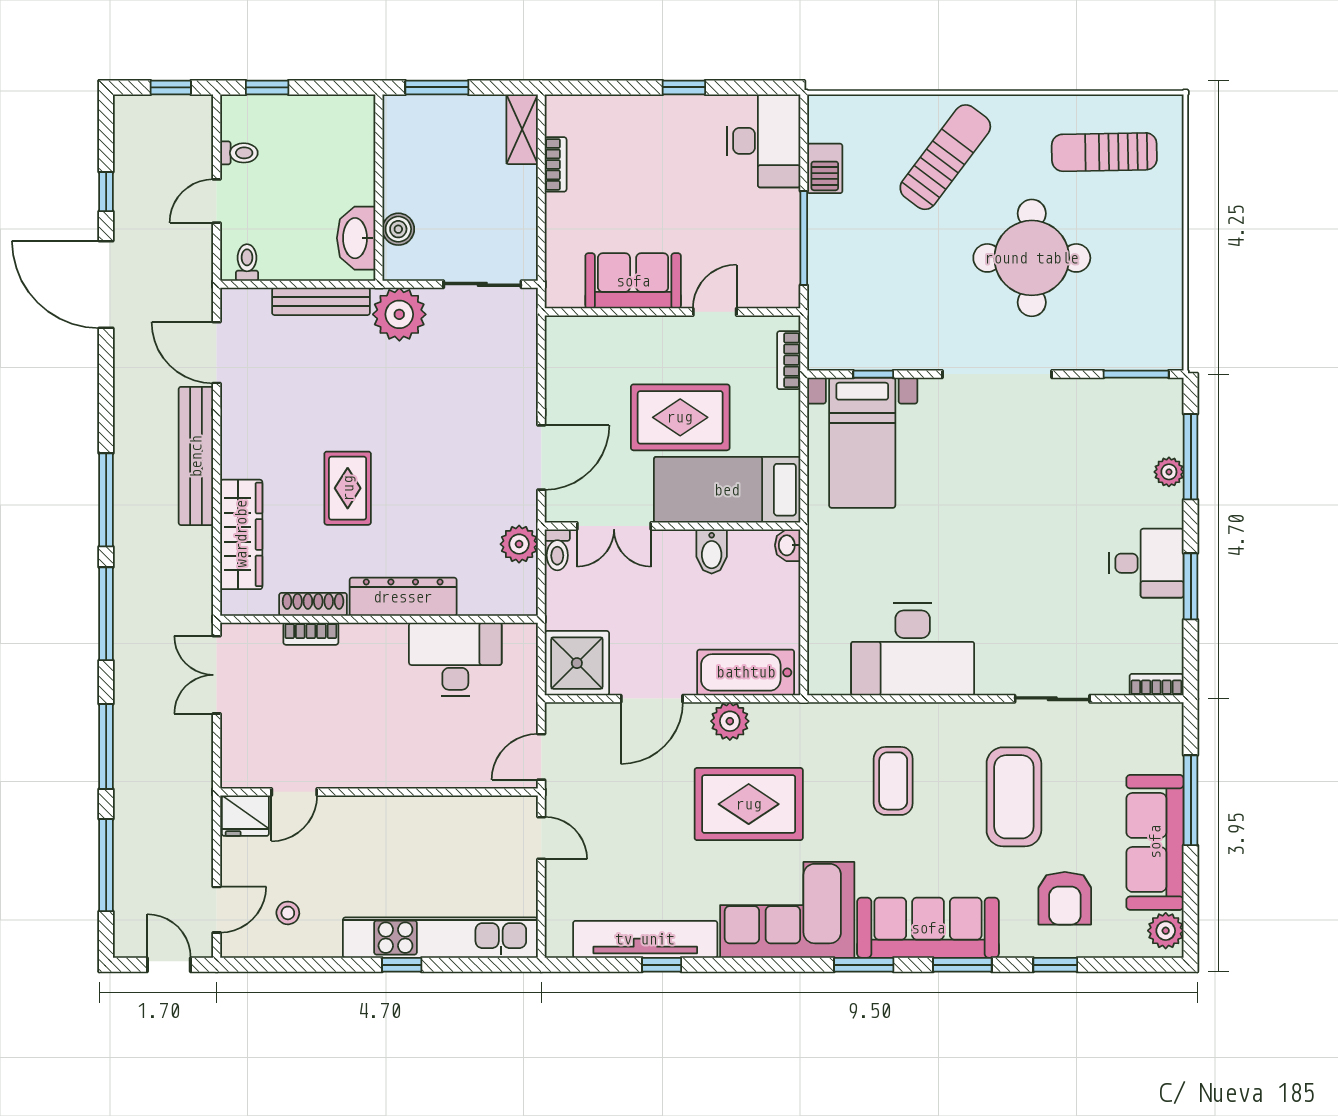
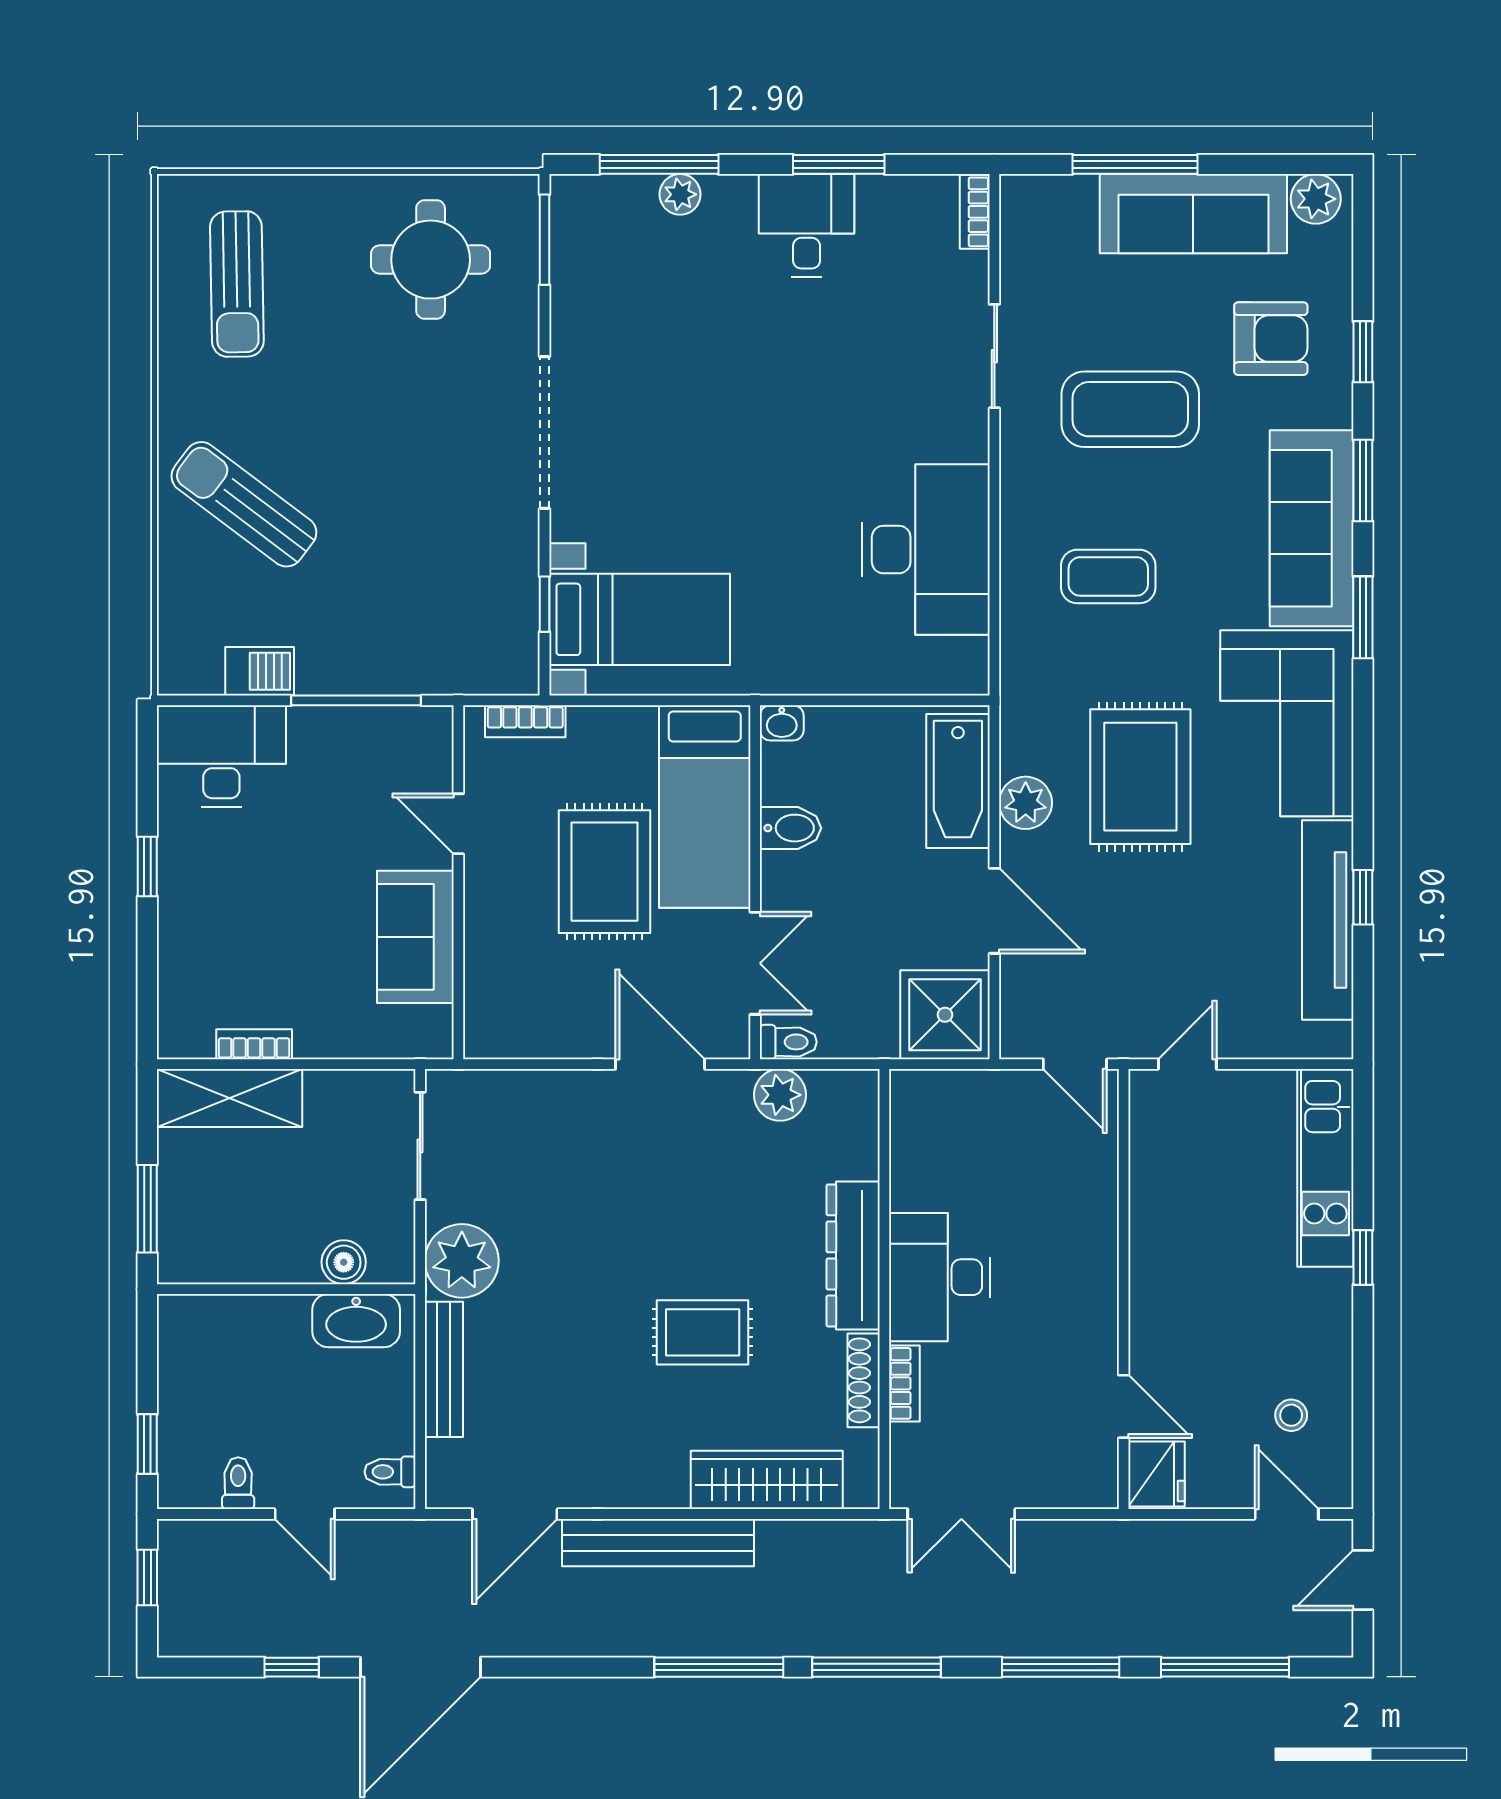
shelving: (522, 129) -> (230, 1098), width x1.50, depth x1.33
round table: (1032, 258) -> (431, 260), moved, width x0.73, depth x0.73
desk: (455, 659) -> (940, 1277), moved
kitchen unit: (440, 938) -> (1325, 1168), width x0.73

